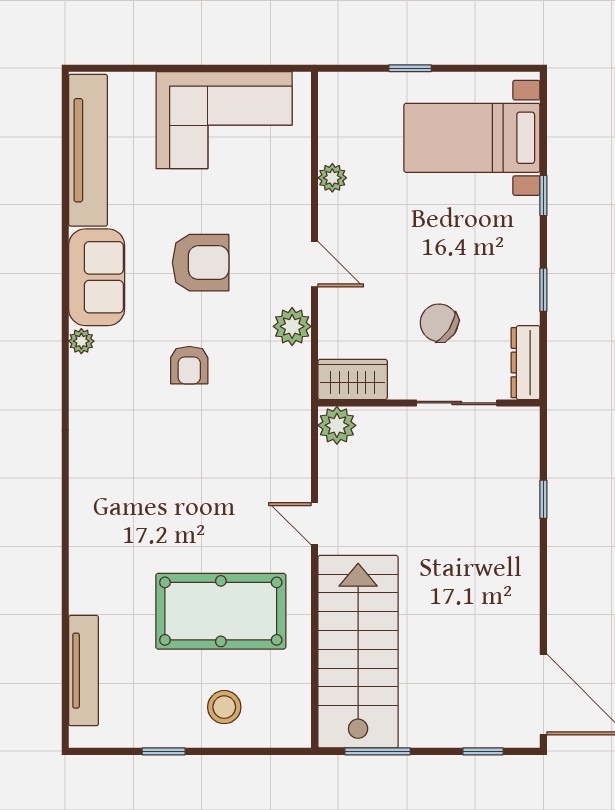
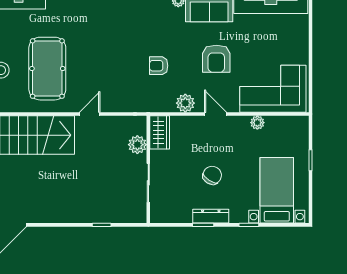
corner sofa: (224, 120) -> (273, 89), moved, turned 90
door: (315, 264) -> (216, 114), swing flipped
chair: (439, 323) -> (212, 175), moved
dresser: (526, 363) -> (211, 216), moved
armchair: (189, 365) -> (159, 66), moved
plant: (337, 425) -> (137, 145), moved

